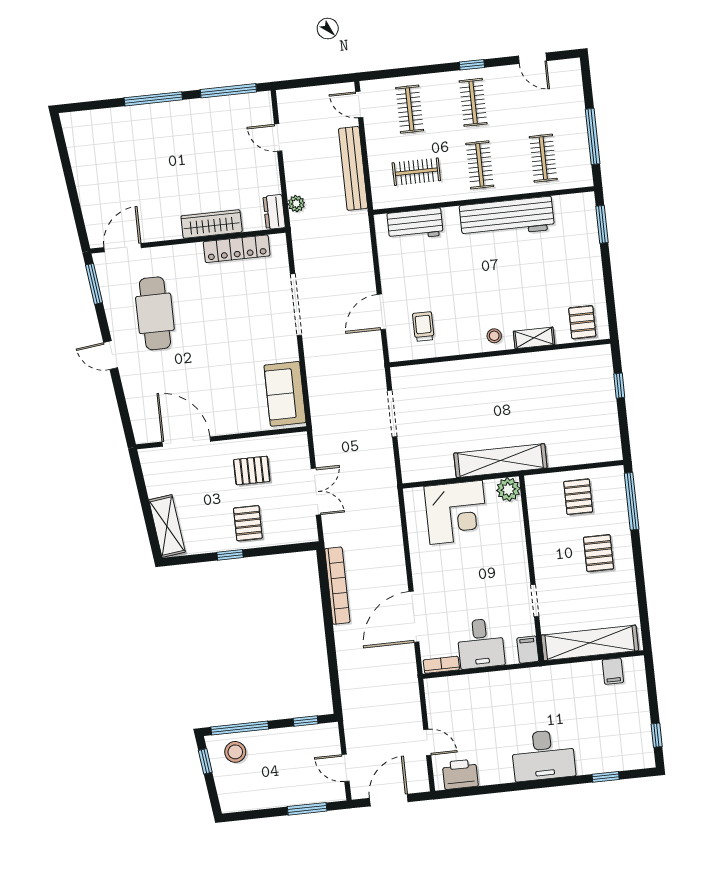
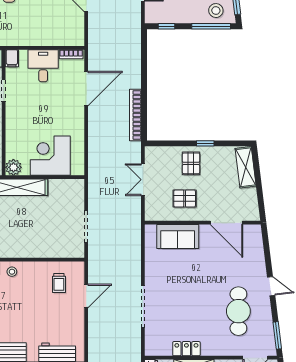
locker: (237, 249) -> (186, 349), width x0.66
sofa: (285, 394) -> (178, 236), moved, turned 90

